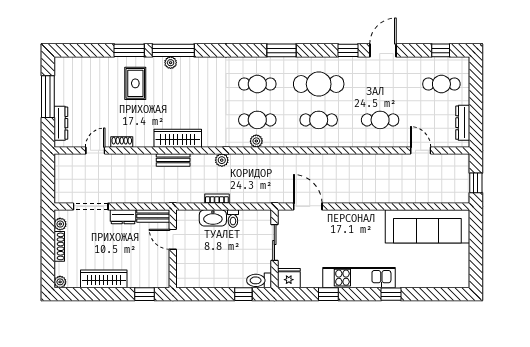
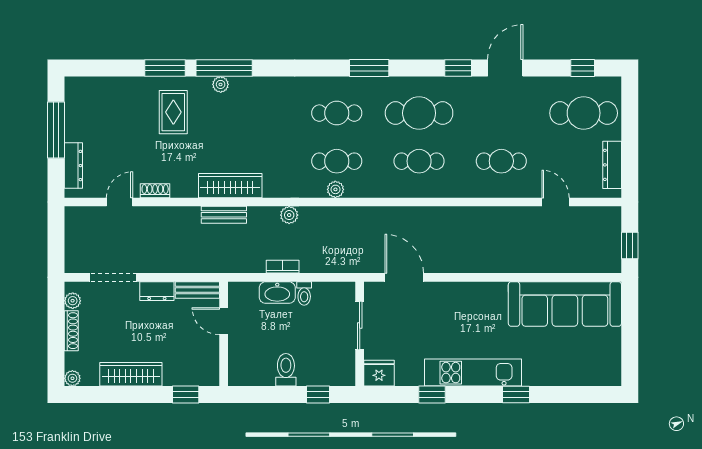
cafe table: (441, 84) -> (584, 113), width x1.37, depth x1.35
toilet: (259, 280) -> (286, 370), moved, turned 90

